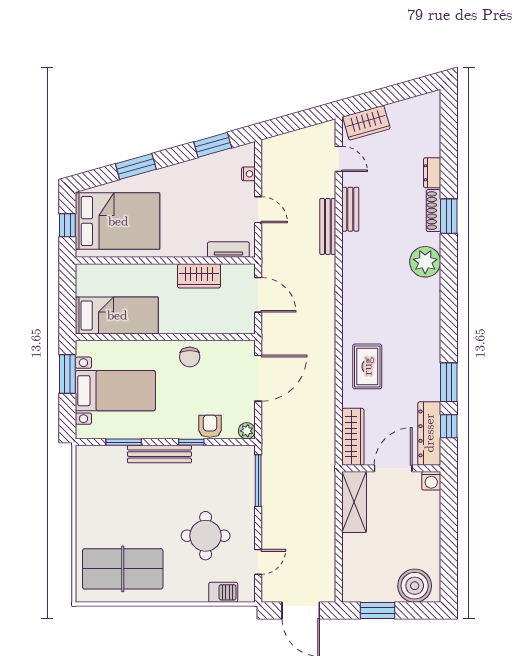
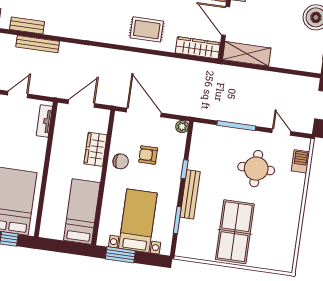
wardrobe: (199, 276) -> (95, 149), moved, turned 180
armchair: (210, 426) -> (148, 155), moved
window: (258, 481) -> (236, 126), moved
table tennis table: (123, 569) -> (235, 232), moved

